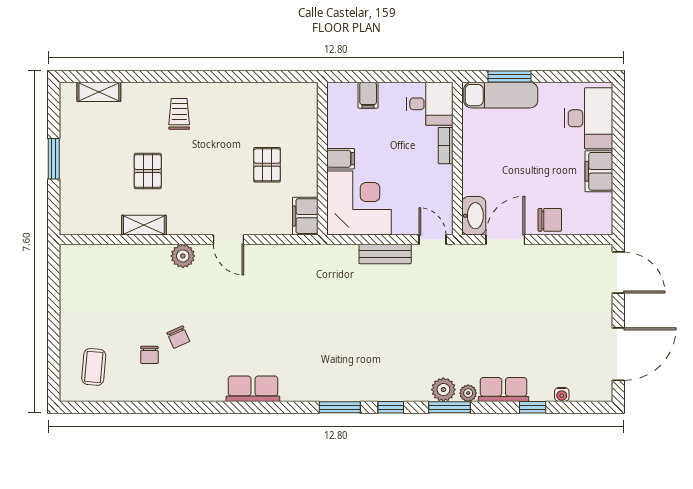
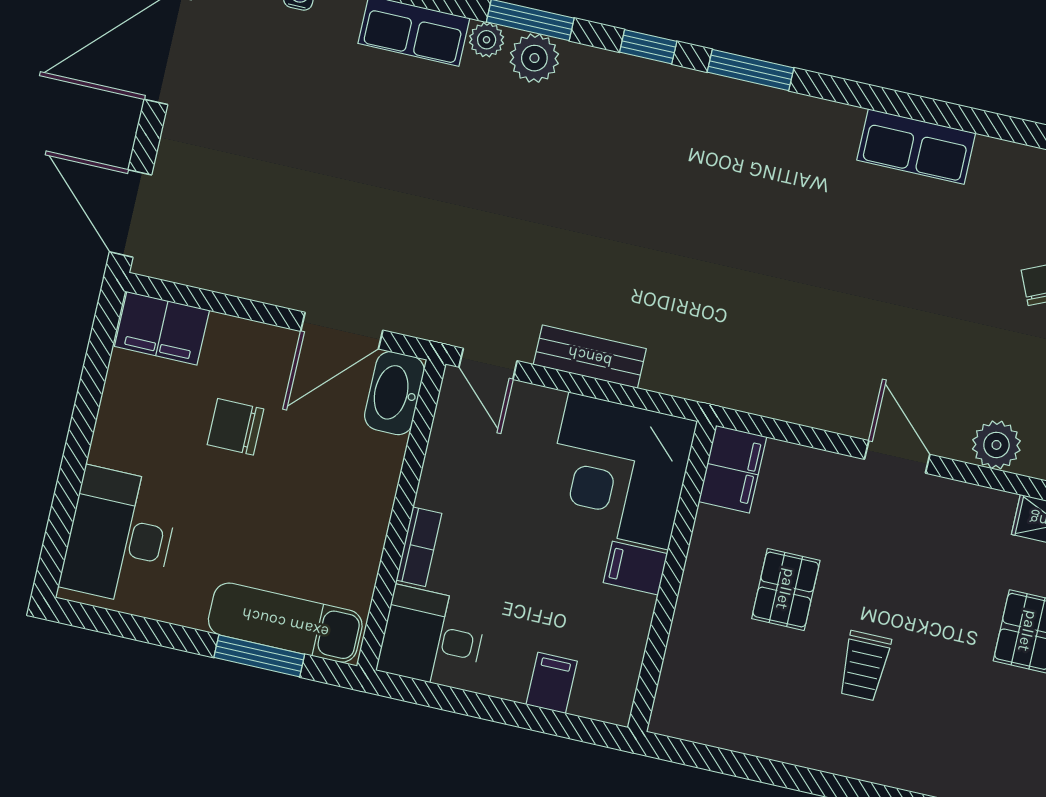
trolley: (179, 114) -> (864, 666), moved
filing cabinet: (599, 171) -> (162, 328), moved, turned 90
chair: (550, 220) -> (235, 427), moved

